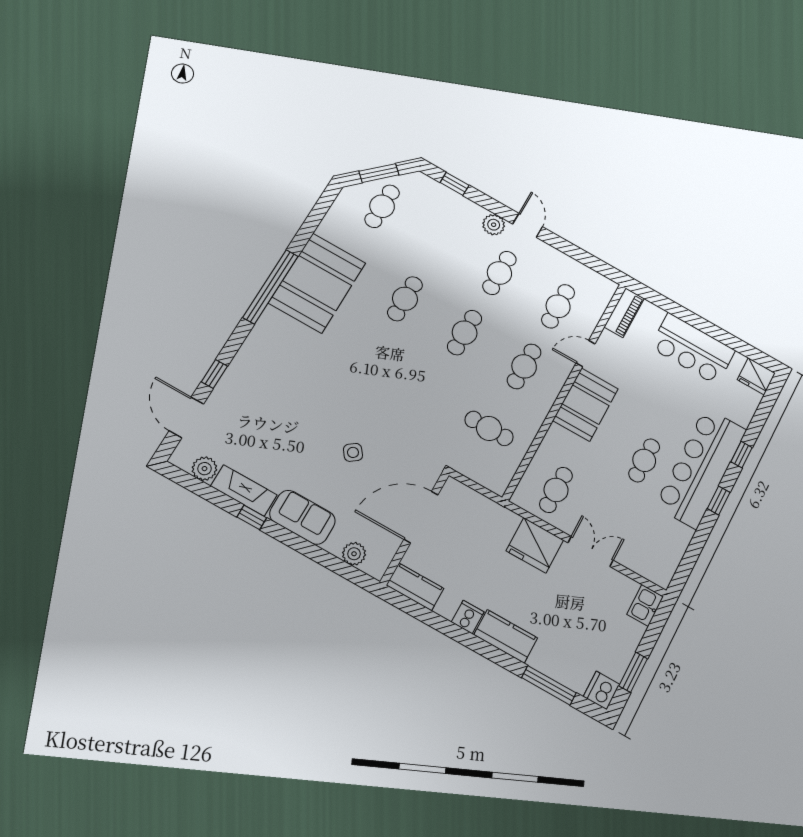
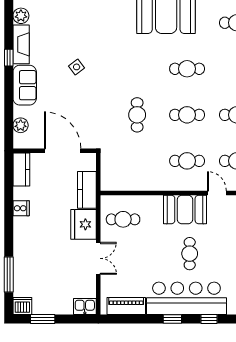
cafe table: (489, 428) -> (137, 115), moved
side table: (353, 452) -> (77, 67), moved
cafe table: (644, 460) -> (190, 254), moved, turned 90
piano: (672, 550) -> (126, 306), added
kitchen counter: (506, 636) -> (87, 190), moved, turned 180

